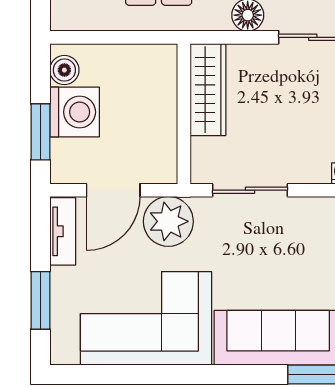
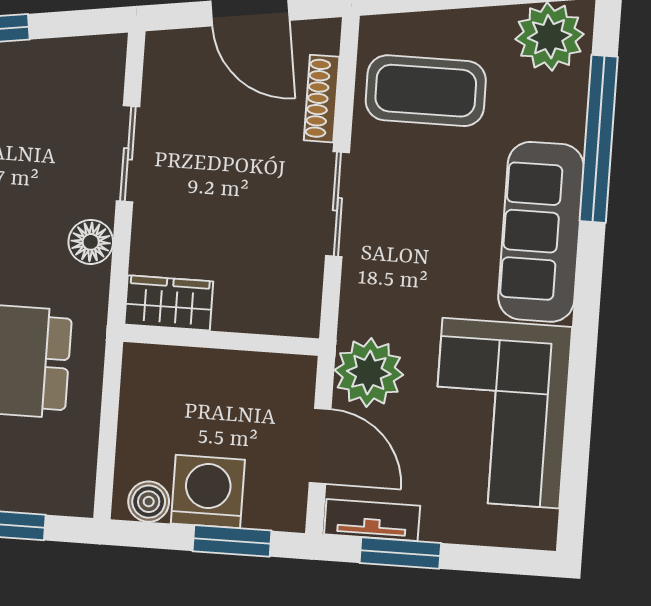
wardrobe: (208, 90) -> (169, 303), width x0.67
sliding door: (250, 190) -> (337, 204), moved
window: (40, 300) -> (400, 553), moved

